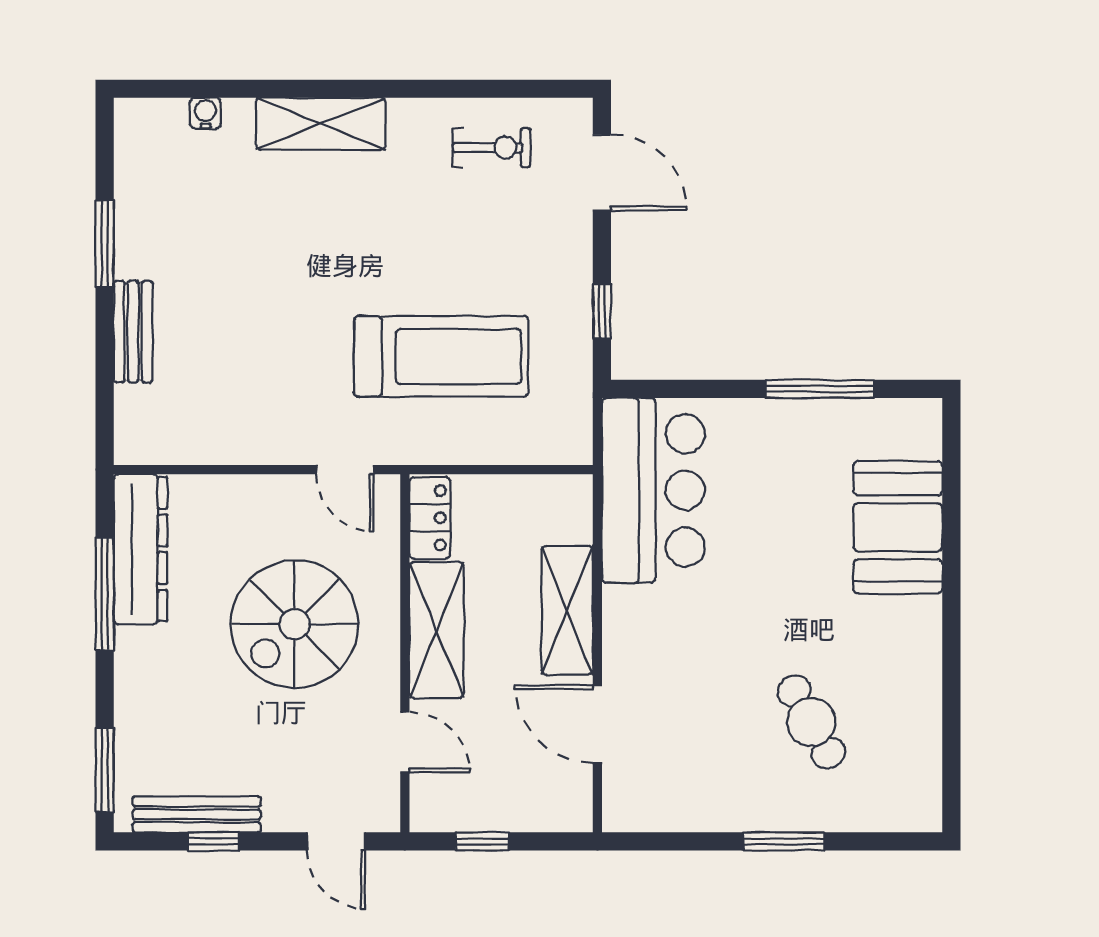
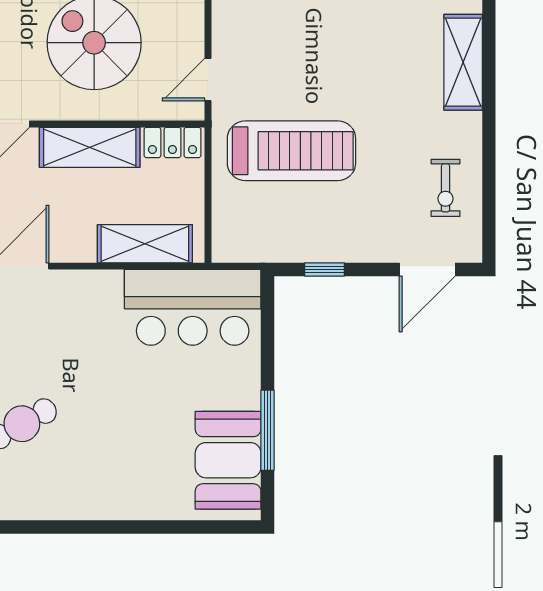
treadmill: (441, 356) -> (291, 151), turned -90
booth: (898, 527) -> (228, 460), moved, turned 90
shelving: (567, 610) -> (145, 244), moved

